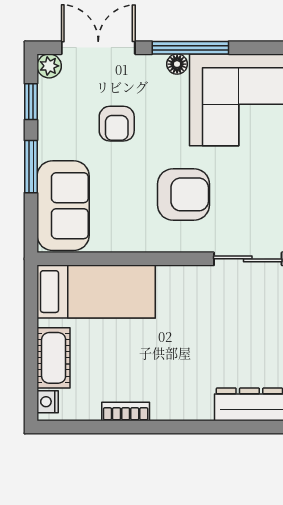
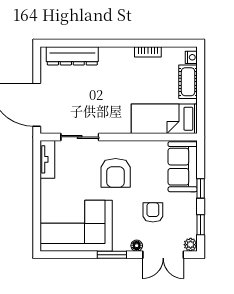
window: (190, 48) -> (112, 255), width x0.69
floor lamp: (177, 64) -> (137, 246), moved
window: (31, 167) -> (201, 188), width x0.67
armchair: (183, 194) -> (116, 173), turned -90

